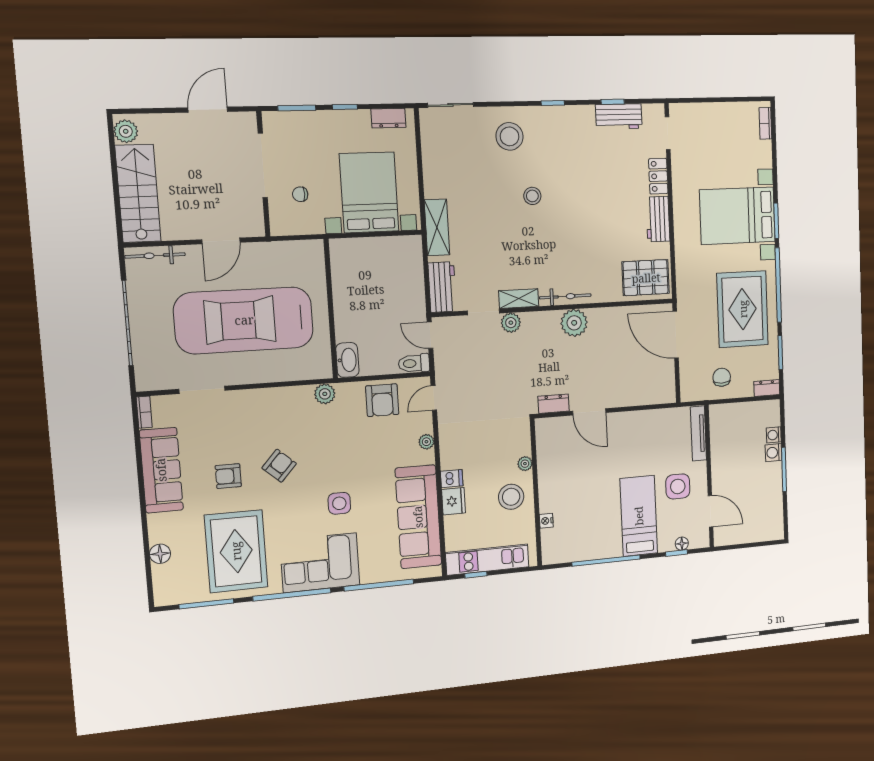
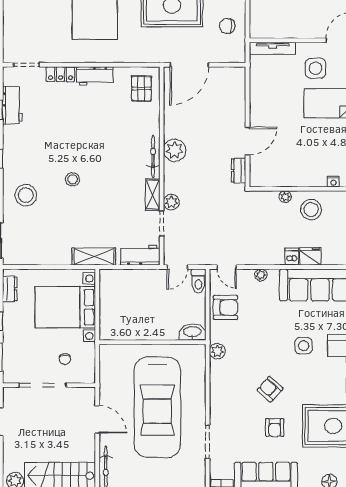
pallet: (646, 278) -> (141, 89), width x0.67, depth x0.71

